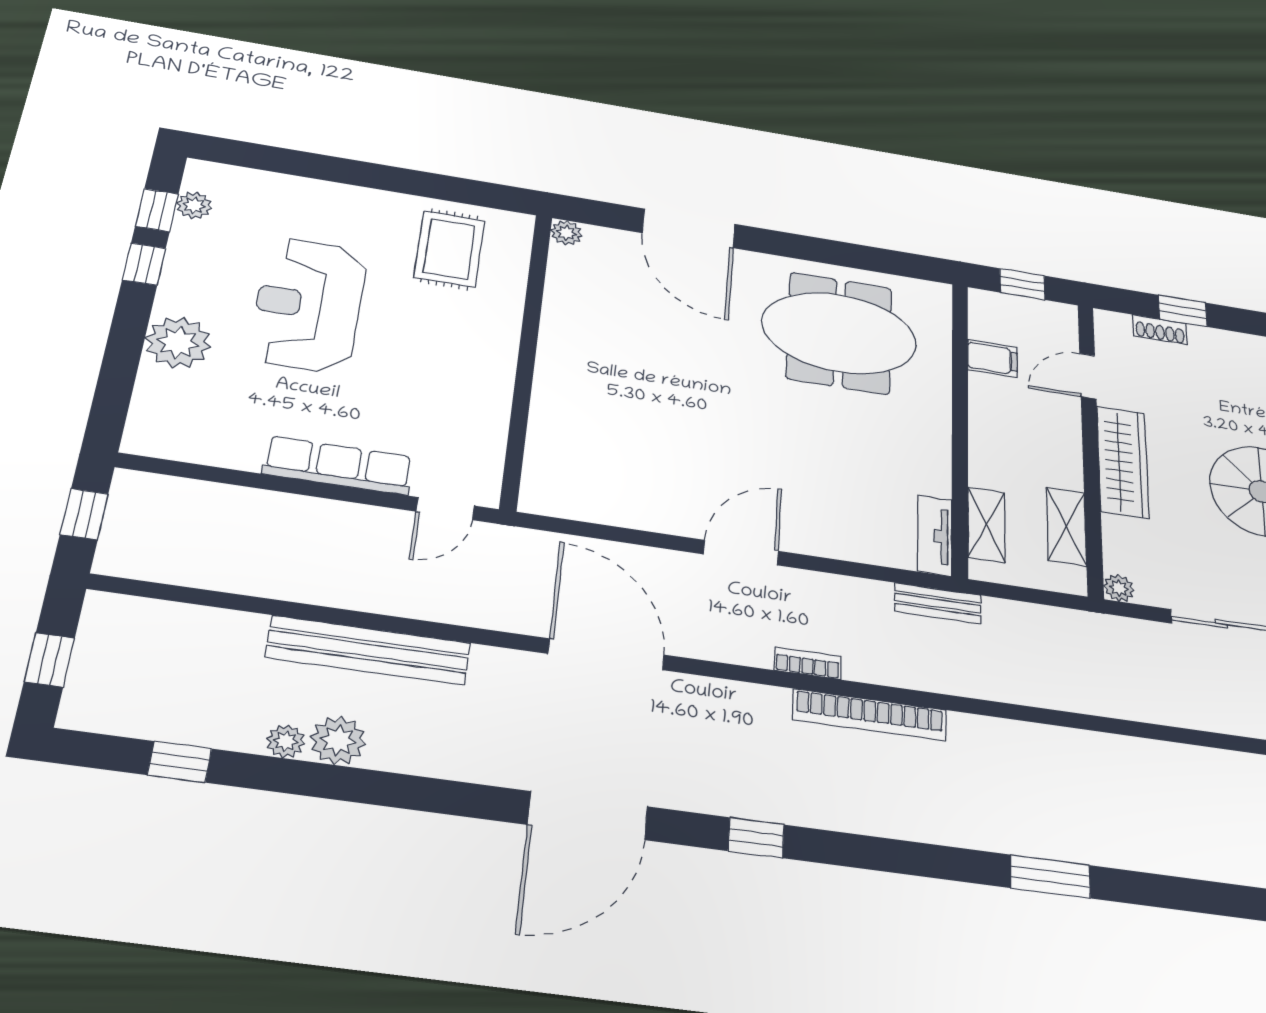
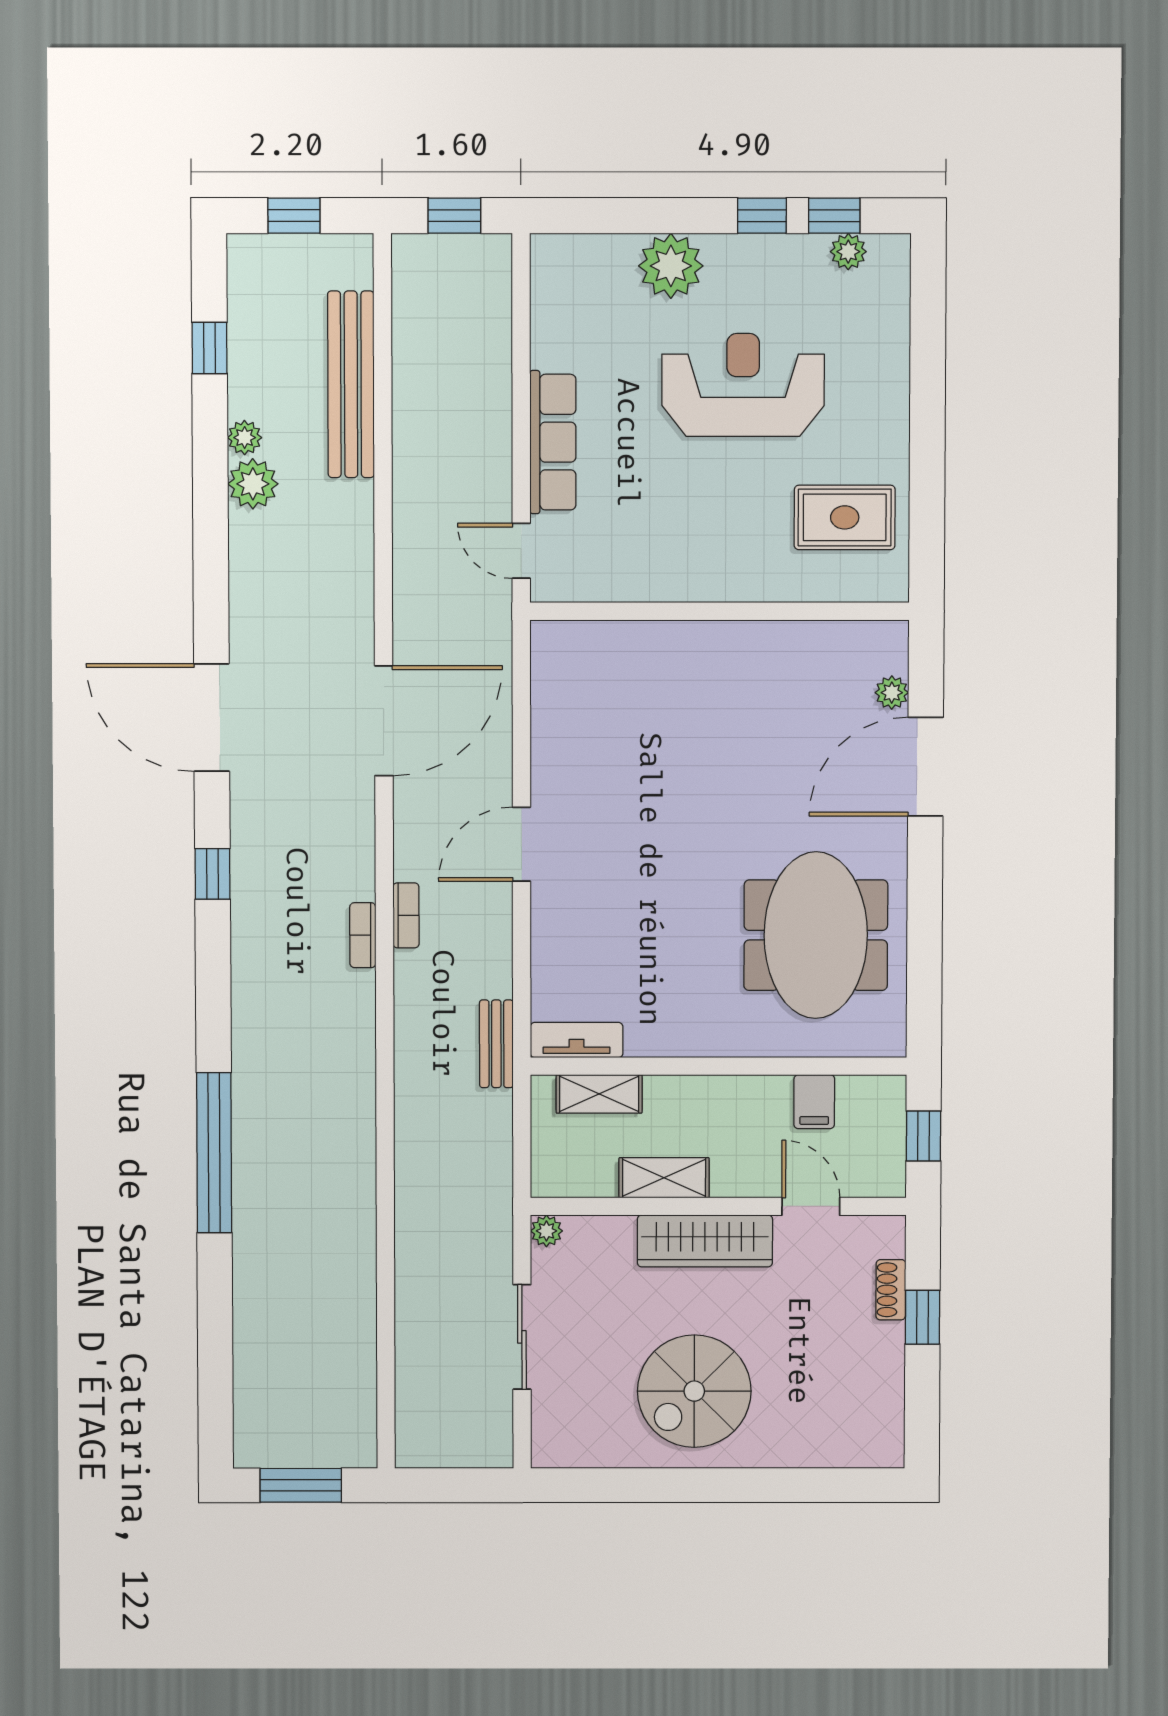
plant: (566, 233) -> (892, 693), moved
shelving: (1066, 526) -> (664, 1178), moved
door: (741, 553) -> (522, 844), swing flipped
bench: (368, 650) -> (351, 384), moved
bookcase: (870, 715) -> (363, 935), width x0.43, depth x0.76
window: (1050, 876) -> (214, 1153), width x2.11

